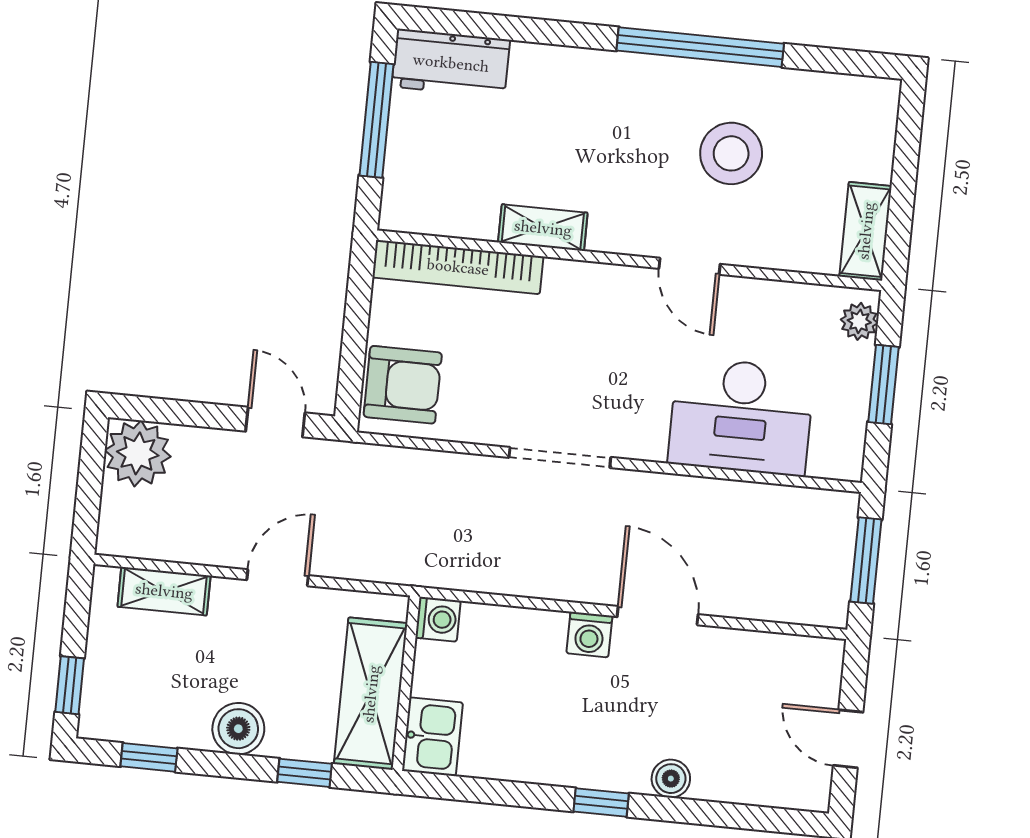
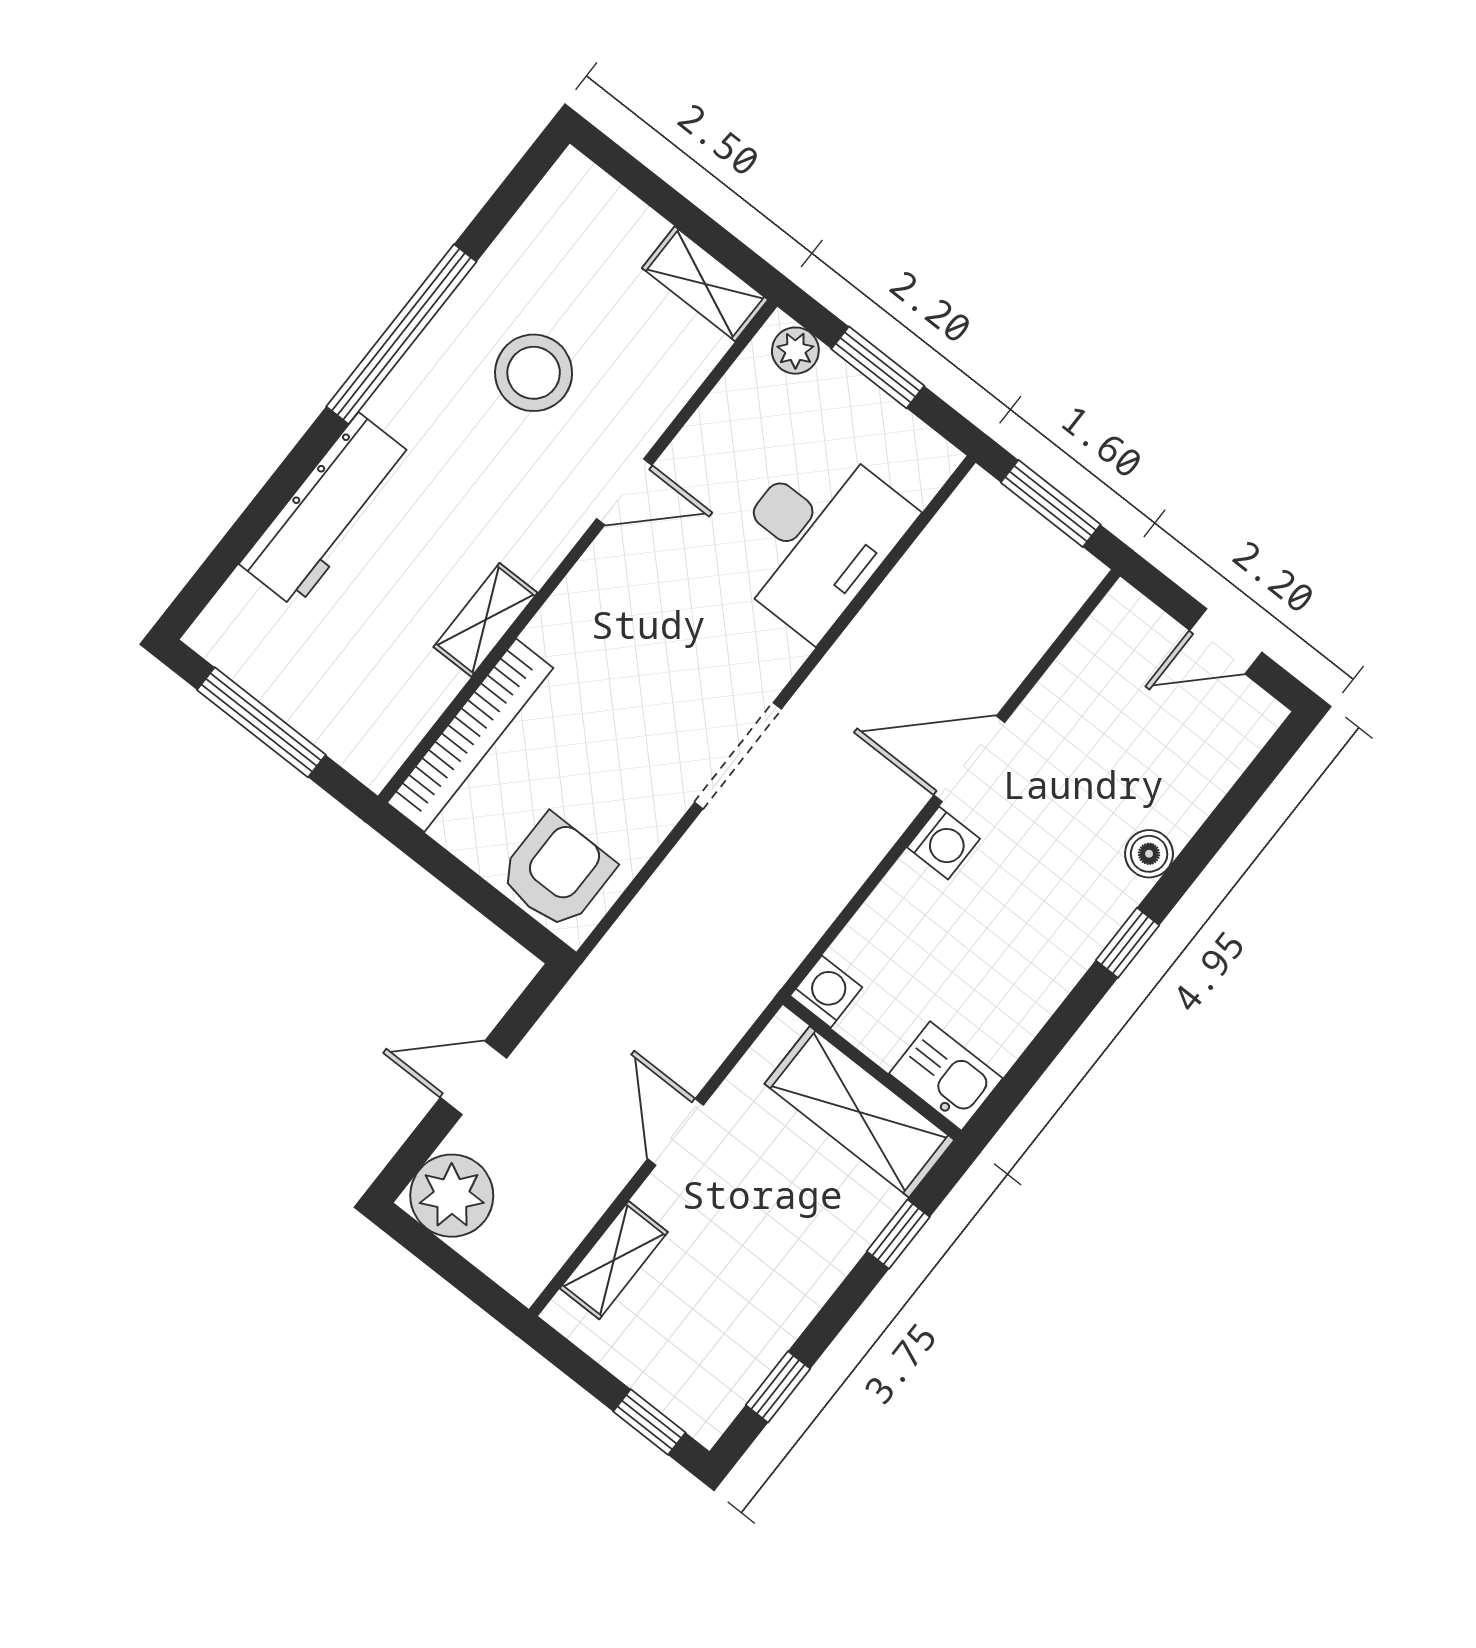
workbench: (451, 63) -> (327, 511), moved, width x1.38
door: (275, 422) -> (473, 1078), moved
boiler: (238, 729) -> (808, 1274), removed

